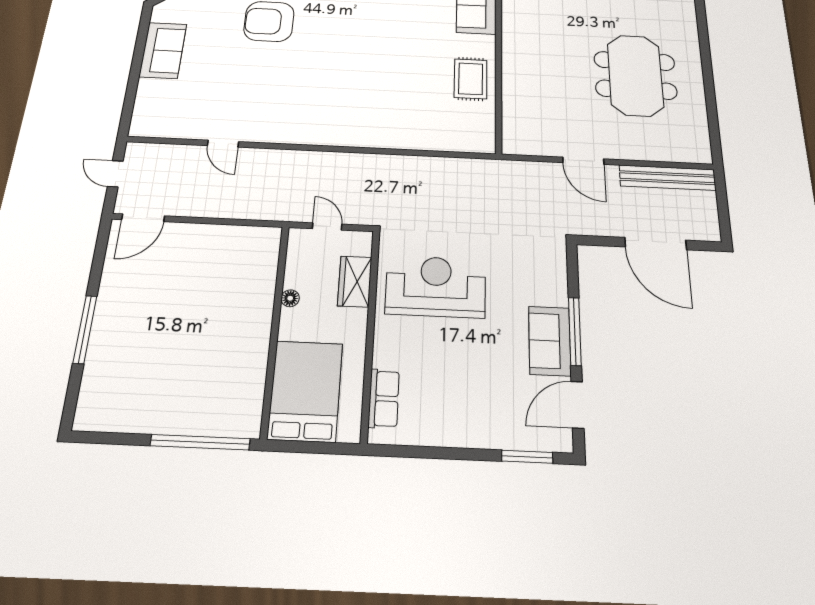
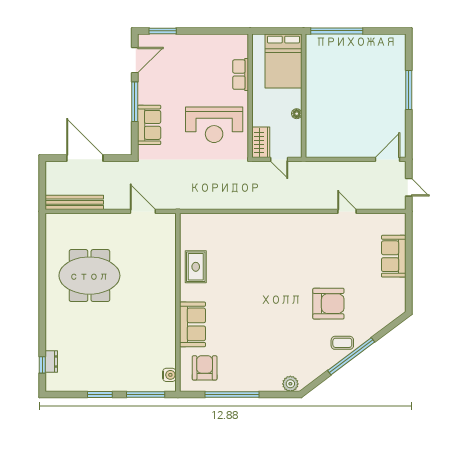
sofa: (163, 50) -> (394, 256), moved
meeting table: (635, 75) -> (89, 276), turned 90
door: (583, 161) -> (143, 211), moved
wardrobe: (355, 281) -> (261, 142), moved
sofa: (550, 341) -> (149, 125), moved
row of seats: (384, 398) -> (241, 75), moved

